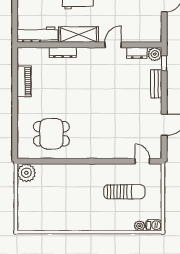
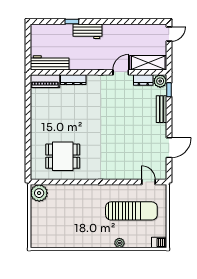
shelving: (79, 35) -> (148, 63), moved
piano: (24, 81) -> (45, 81), moved, turned 90
sun lounger: (124, 192) -> (131, 211), width x1.36, depth x1.34
plant: (140, 226) -> (119, 243), moved

